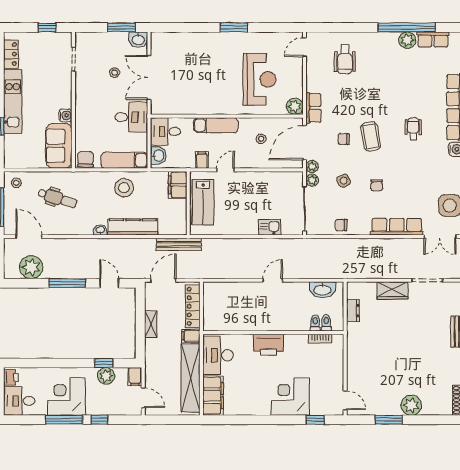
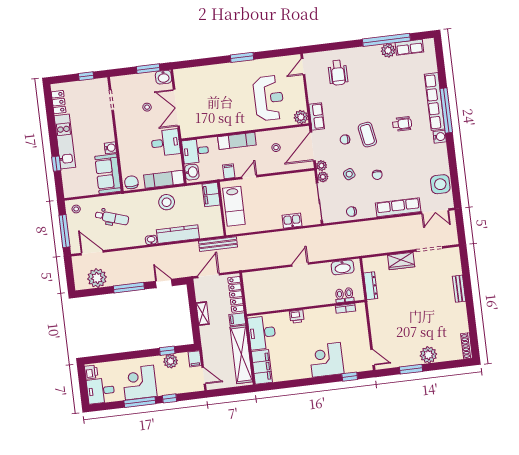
wheelchair: (413, 129) -> (402, 124), turned 90
dresser: (353, 311) -> (371, 286), width x1.44
printer: (268, 345) -> (297, 317), width x0.53, depth x0.68

